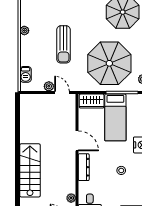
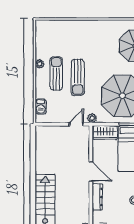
sun lounger: (41, 40) -> (56, 73), added
plant: (49, 86) -> (92, 118), moved
door: (62, 93) -> (76, 124), hinge flipped

